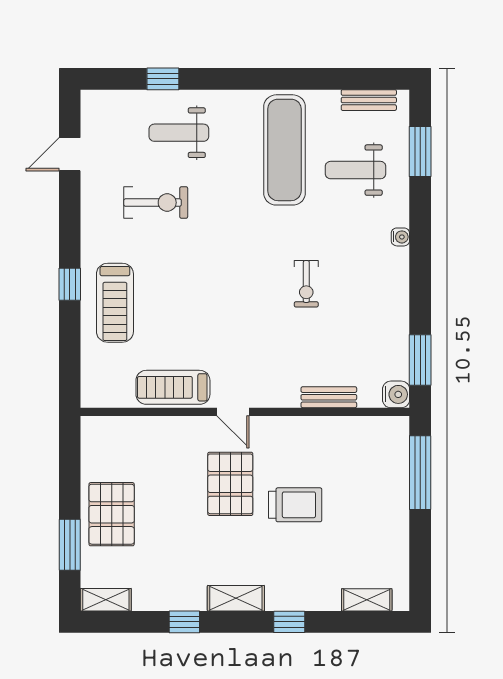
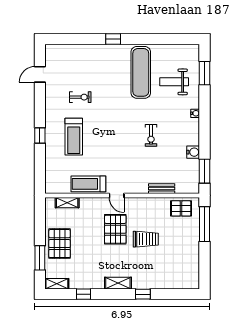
window: (163, 79) -> (113, 39), moved
bench: (369, 100) -> (180, 49), removed
weight bench: (179, 133) -> (91, 64), removed
exercise bike: (156, 203) -> (80, 97), width x0.73, depth x0.72
treadmill: (115, 303) -> (74, 137), moved
water cooler: (396, 394) -> (193, 152), moved
pallet: (370, 439) -> (181, 208), added
shelving: (367, 600) -> (67, 203), moved
window: (184, 622) -> (84, 294), moved

